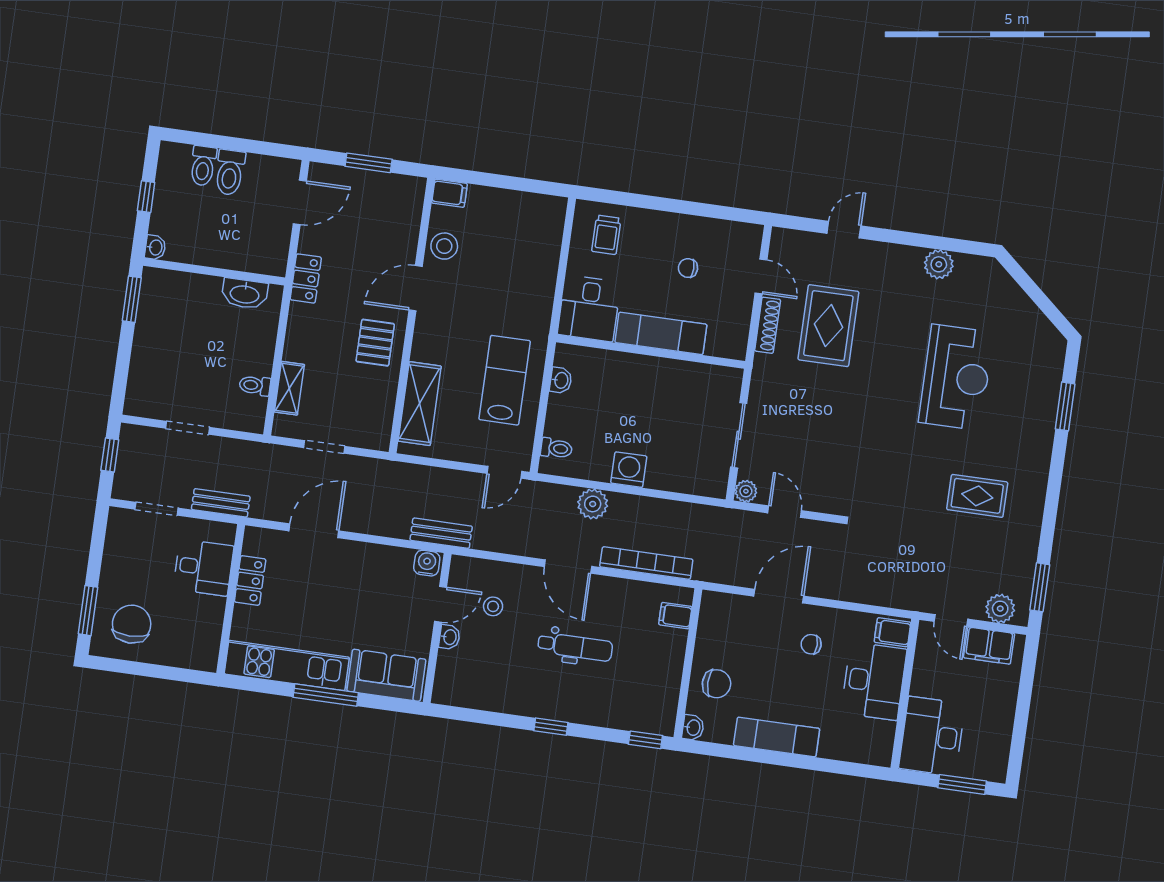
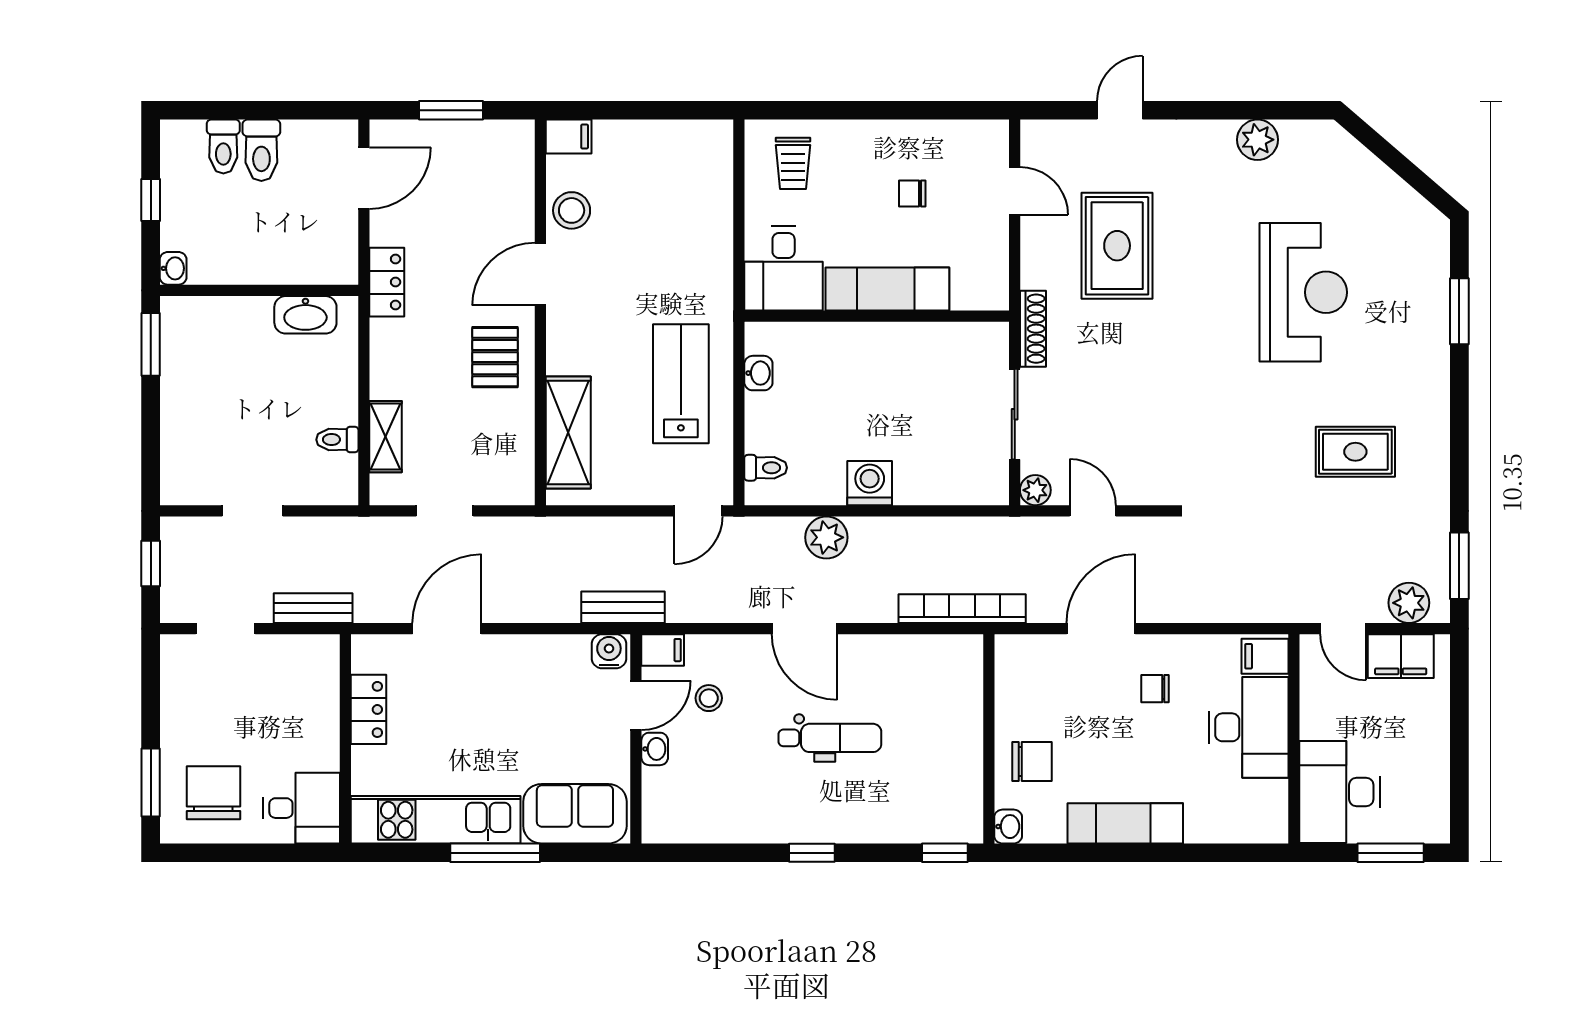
shoe rack: (768, 325) -> (1033, 329), moved
bookcase: (646, 563) -> (962, 609), moved
desk: (203, 567) -> (302, 808), moved
filing cabinet: (675, 616) -> (663, 650), moved, turned 180

